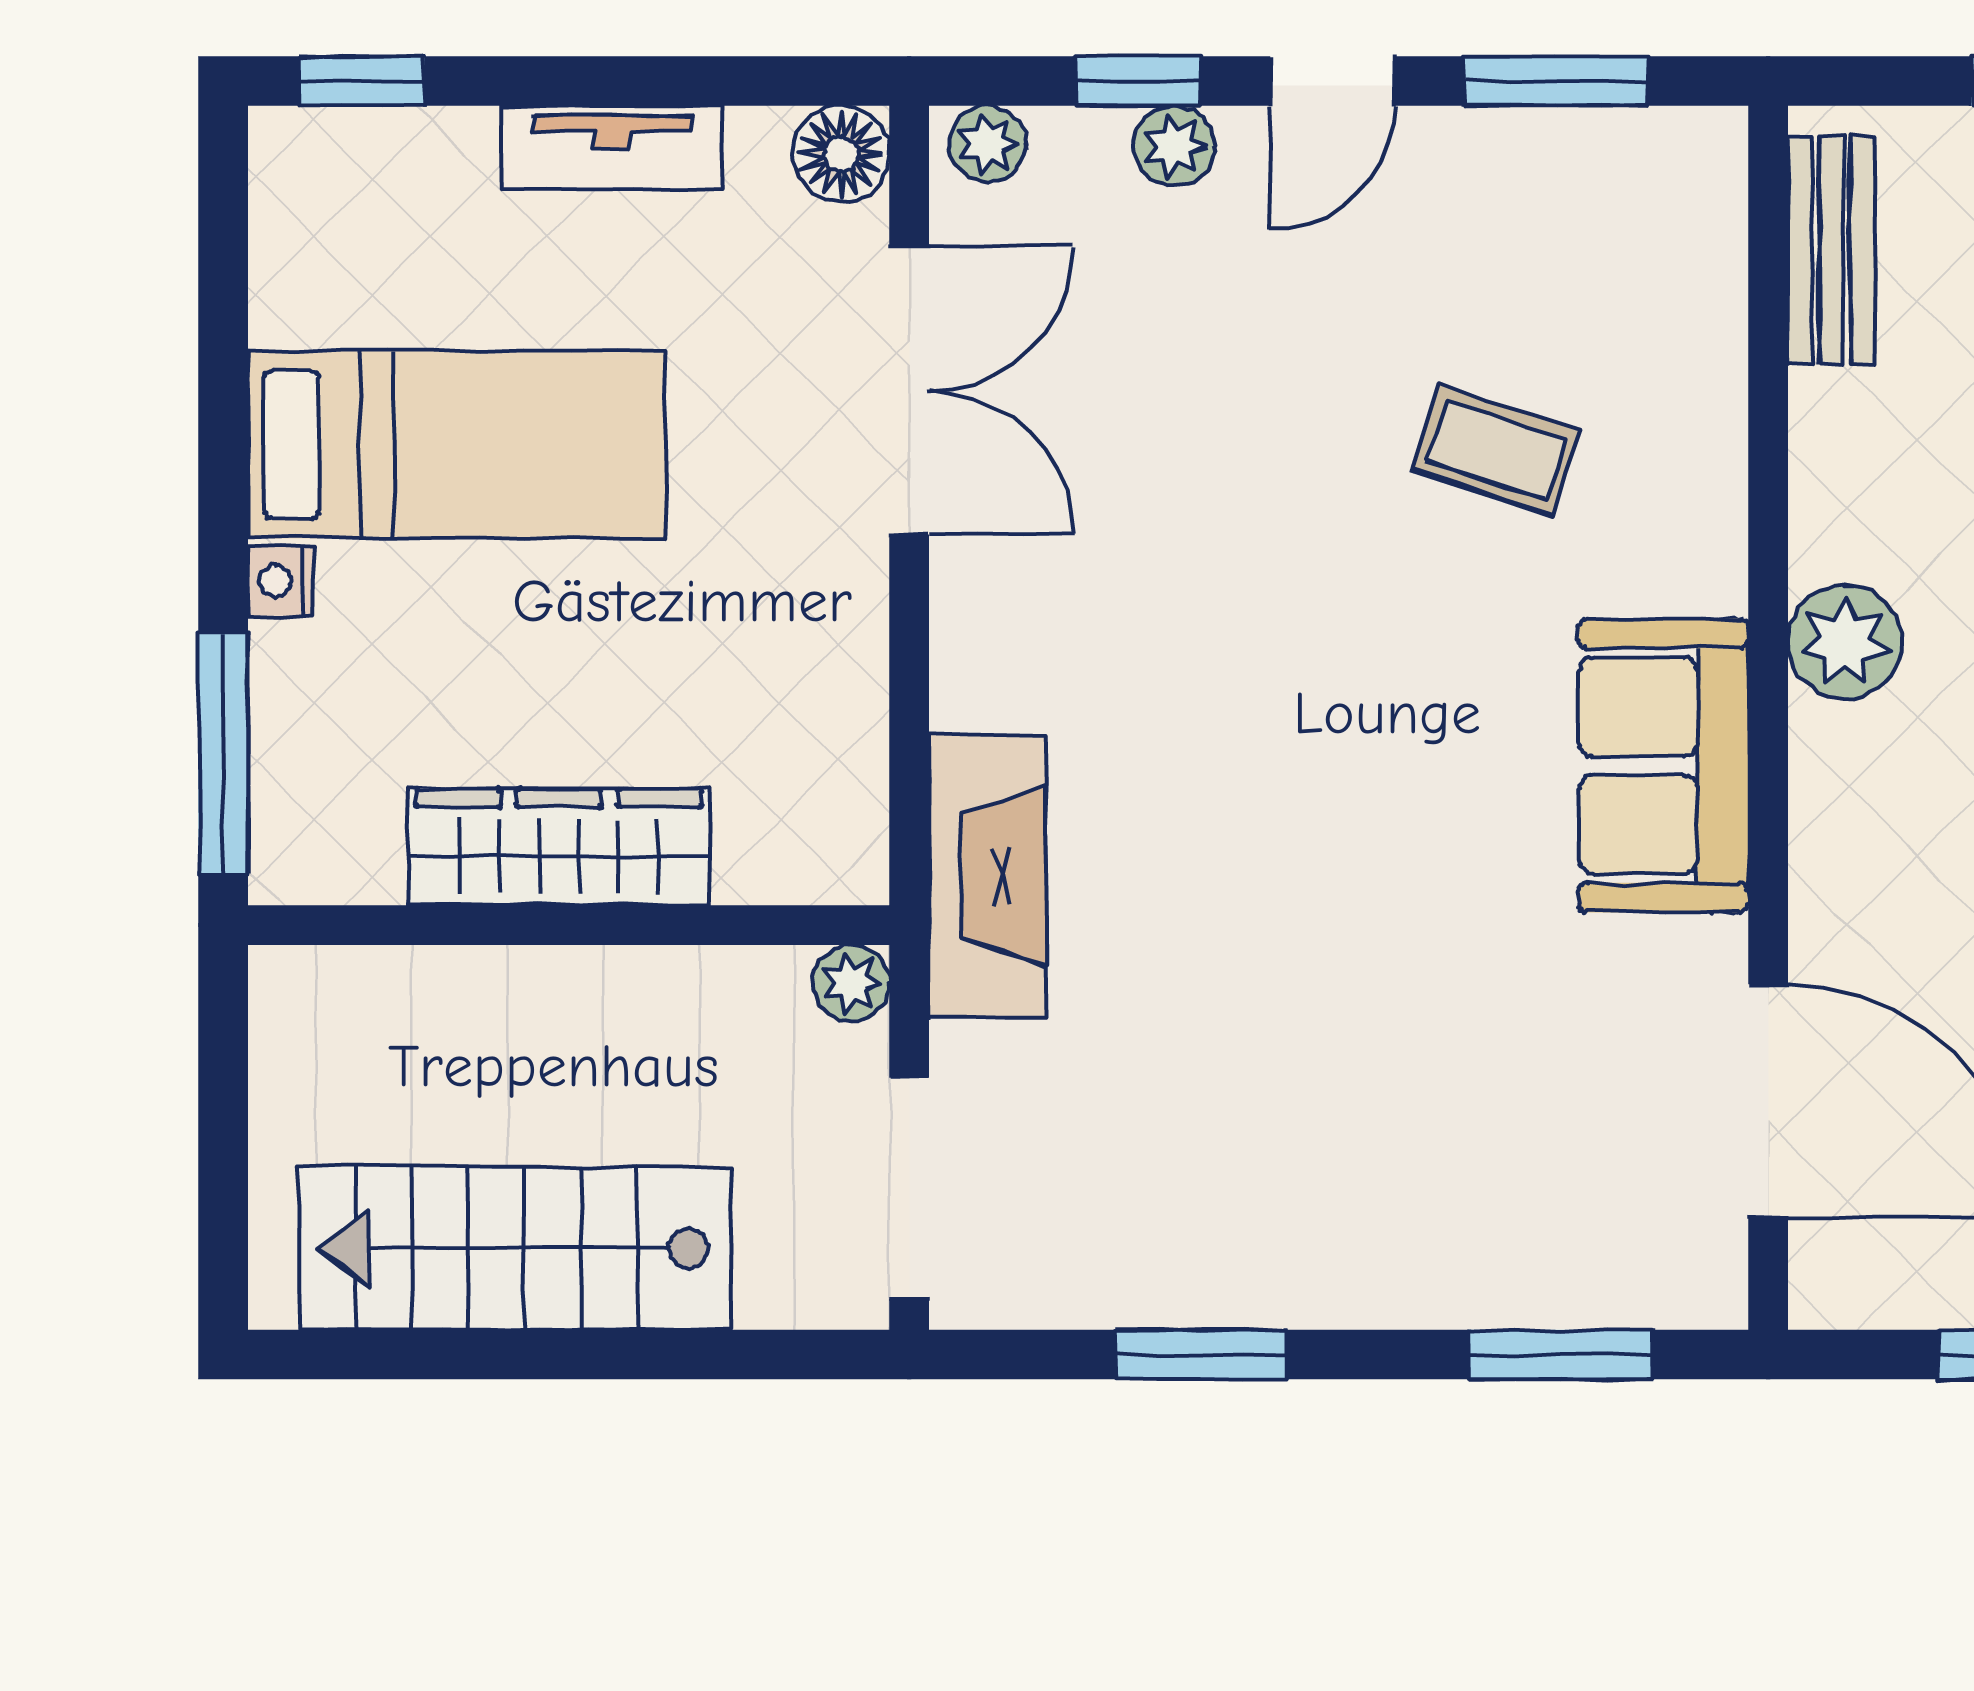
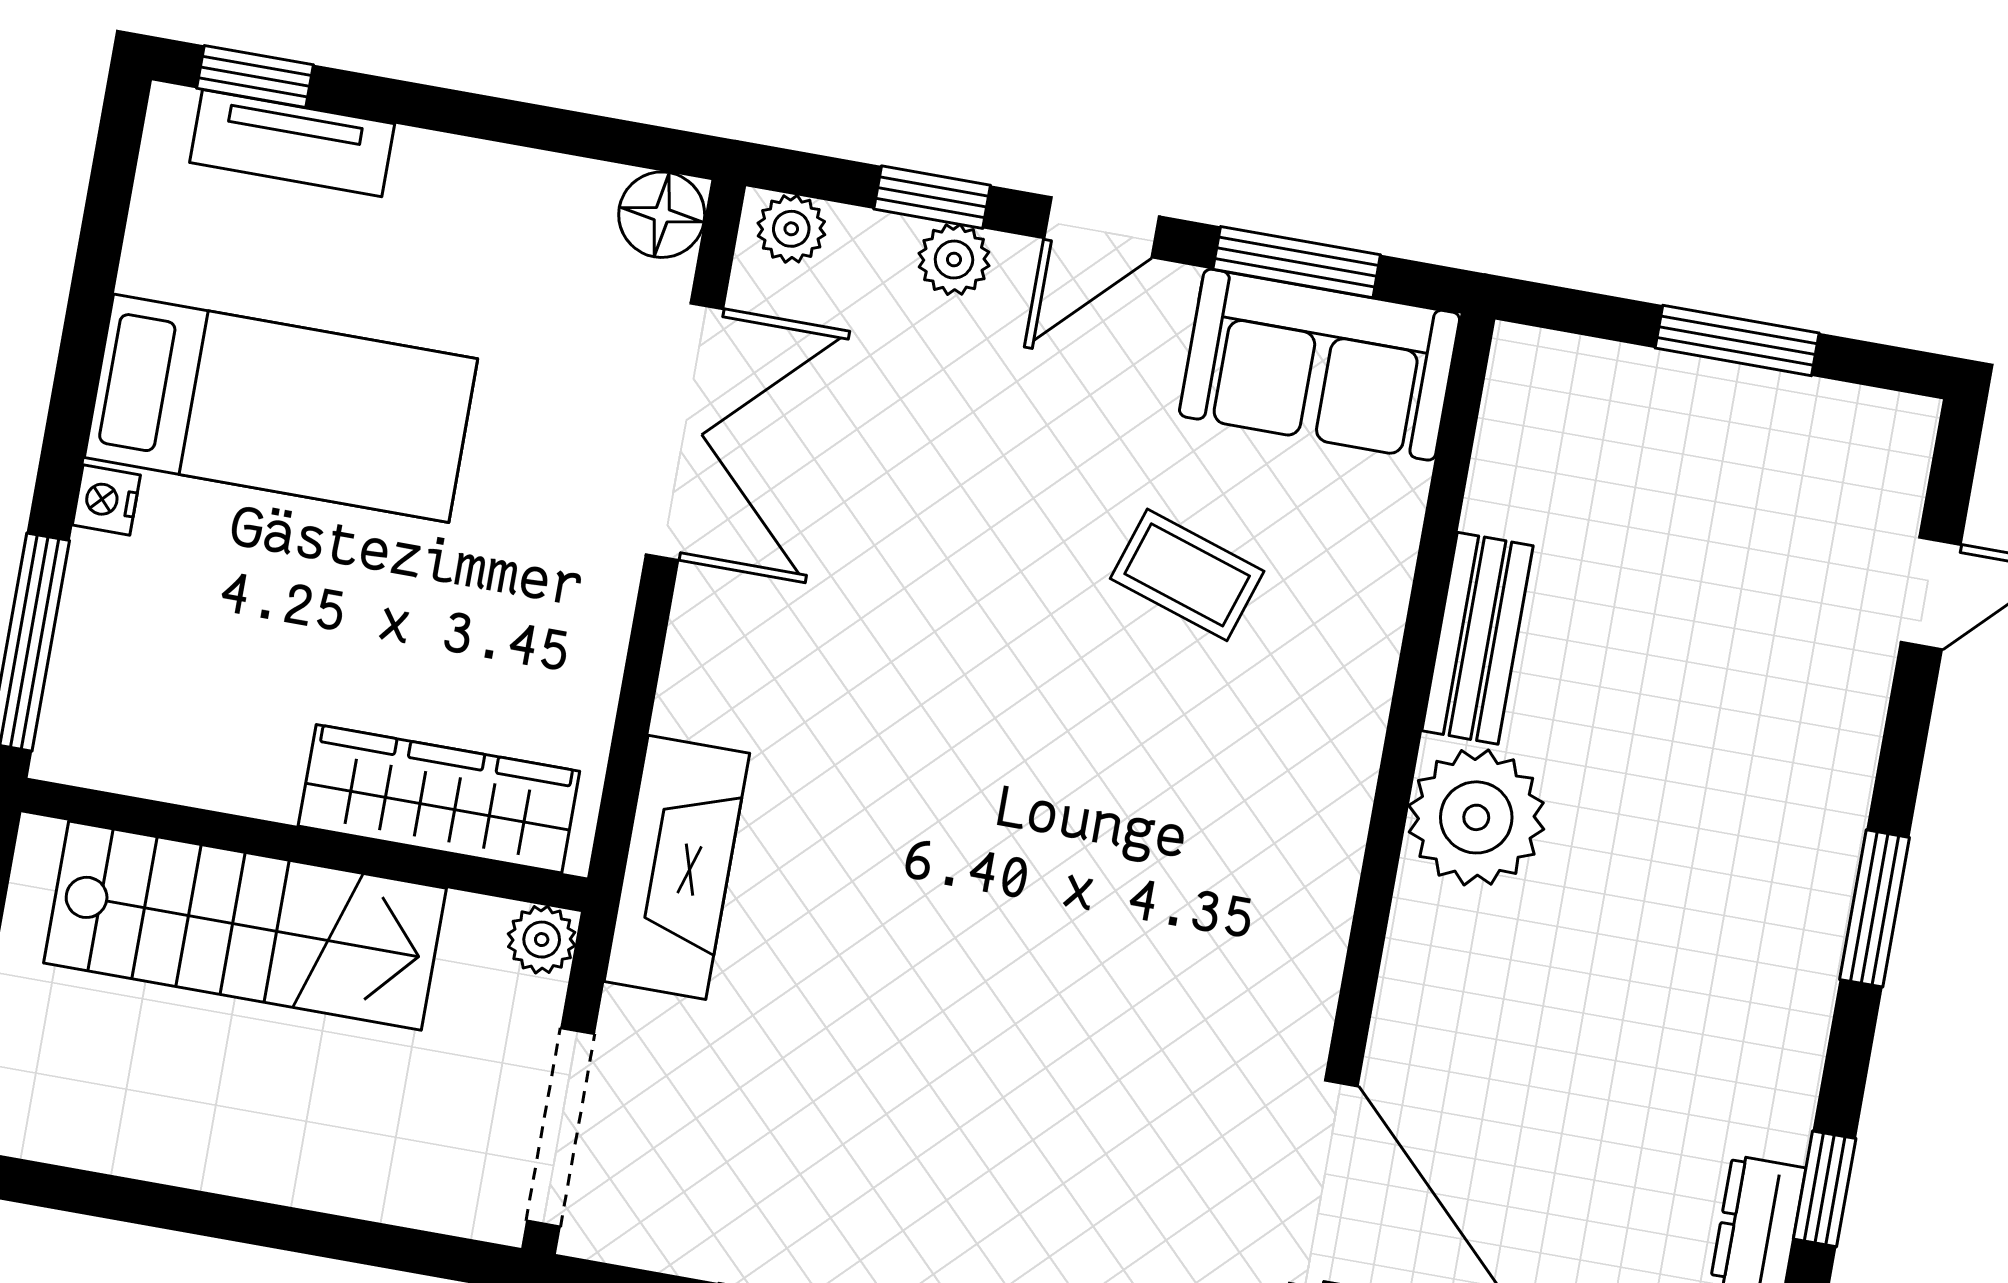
tv unit: (612, 148) -> (292, 143), moved
bench: (1831, 250) -> (1478, 638), moved
plant: (1845, 642) -> (1476, 817), width x1.36, depth x1.36
sofa: (1664, 766) -> (1320, 365), moved, turned -90
wardrobe: (559, 847) -> (439, 799), moved
stairs: (516, 1248) -> (245, 926), moved, turned 180

